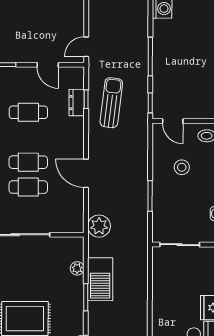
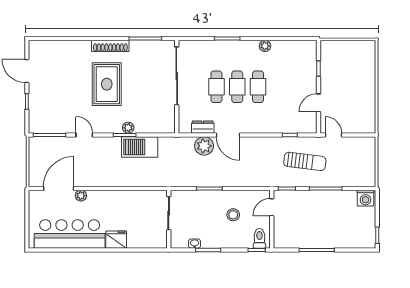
dresser: (77, 103) -> (203, 127), moved
sun lounger: (111, 103) -> (305, 161), moved
cafe table: (28, 112) -> (258, 87), moved
door: (86, 173) -> (228, 135), swing flipped
plant: (99, 226) -> (204, 146), moved
plant: (77, 268) -> (128, 128), moved

